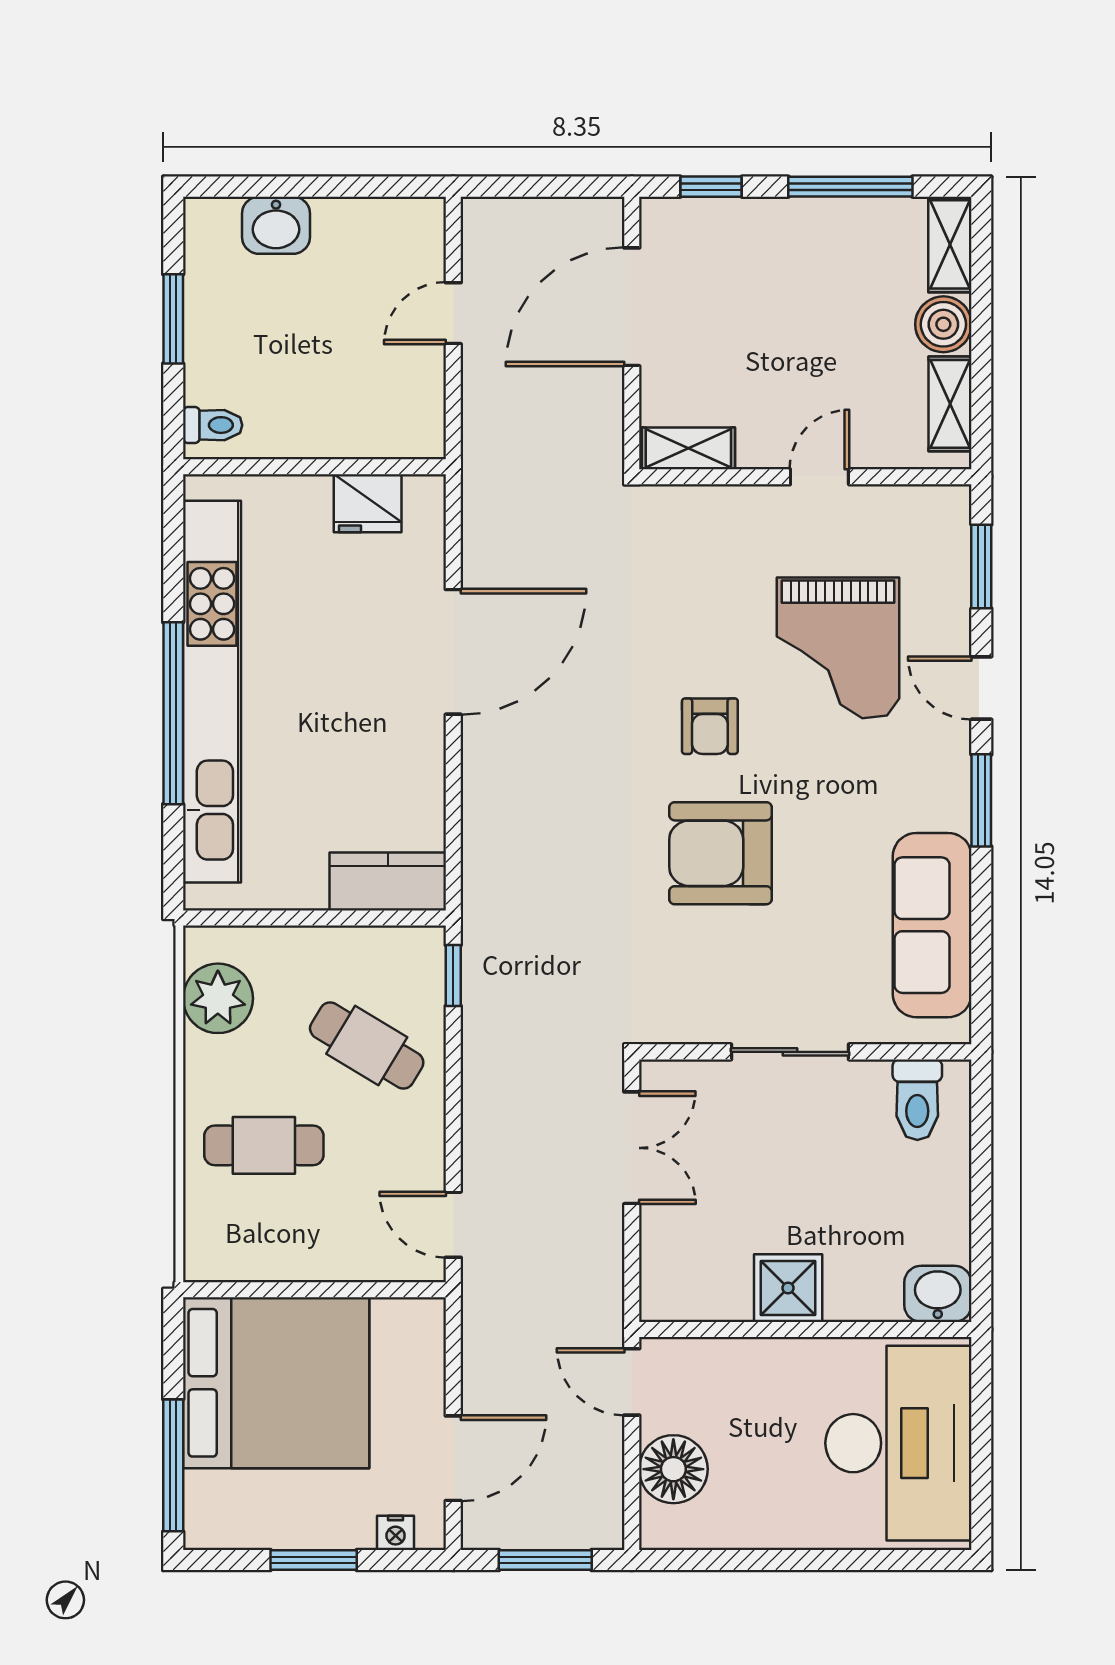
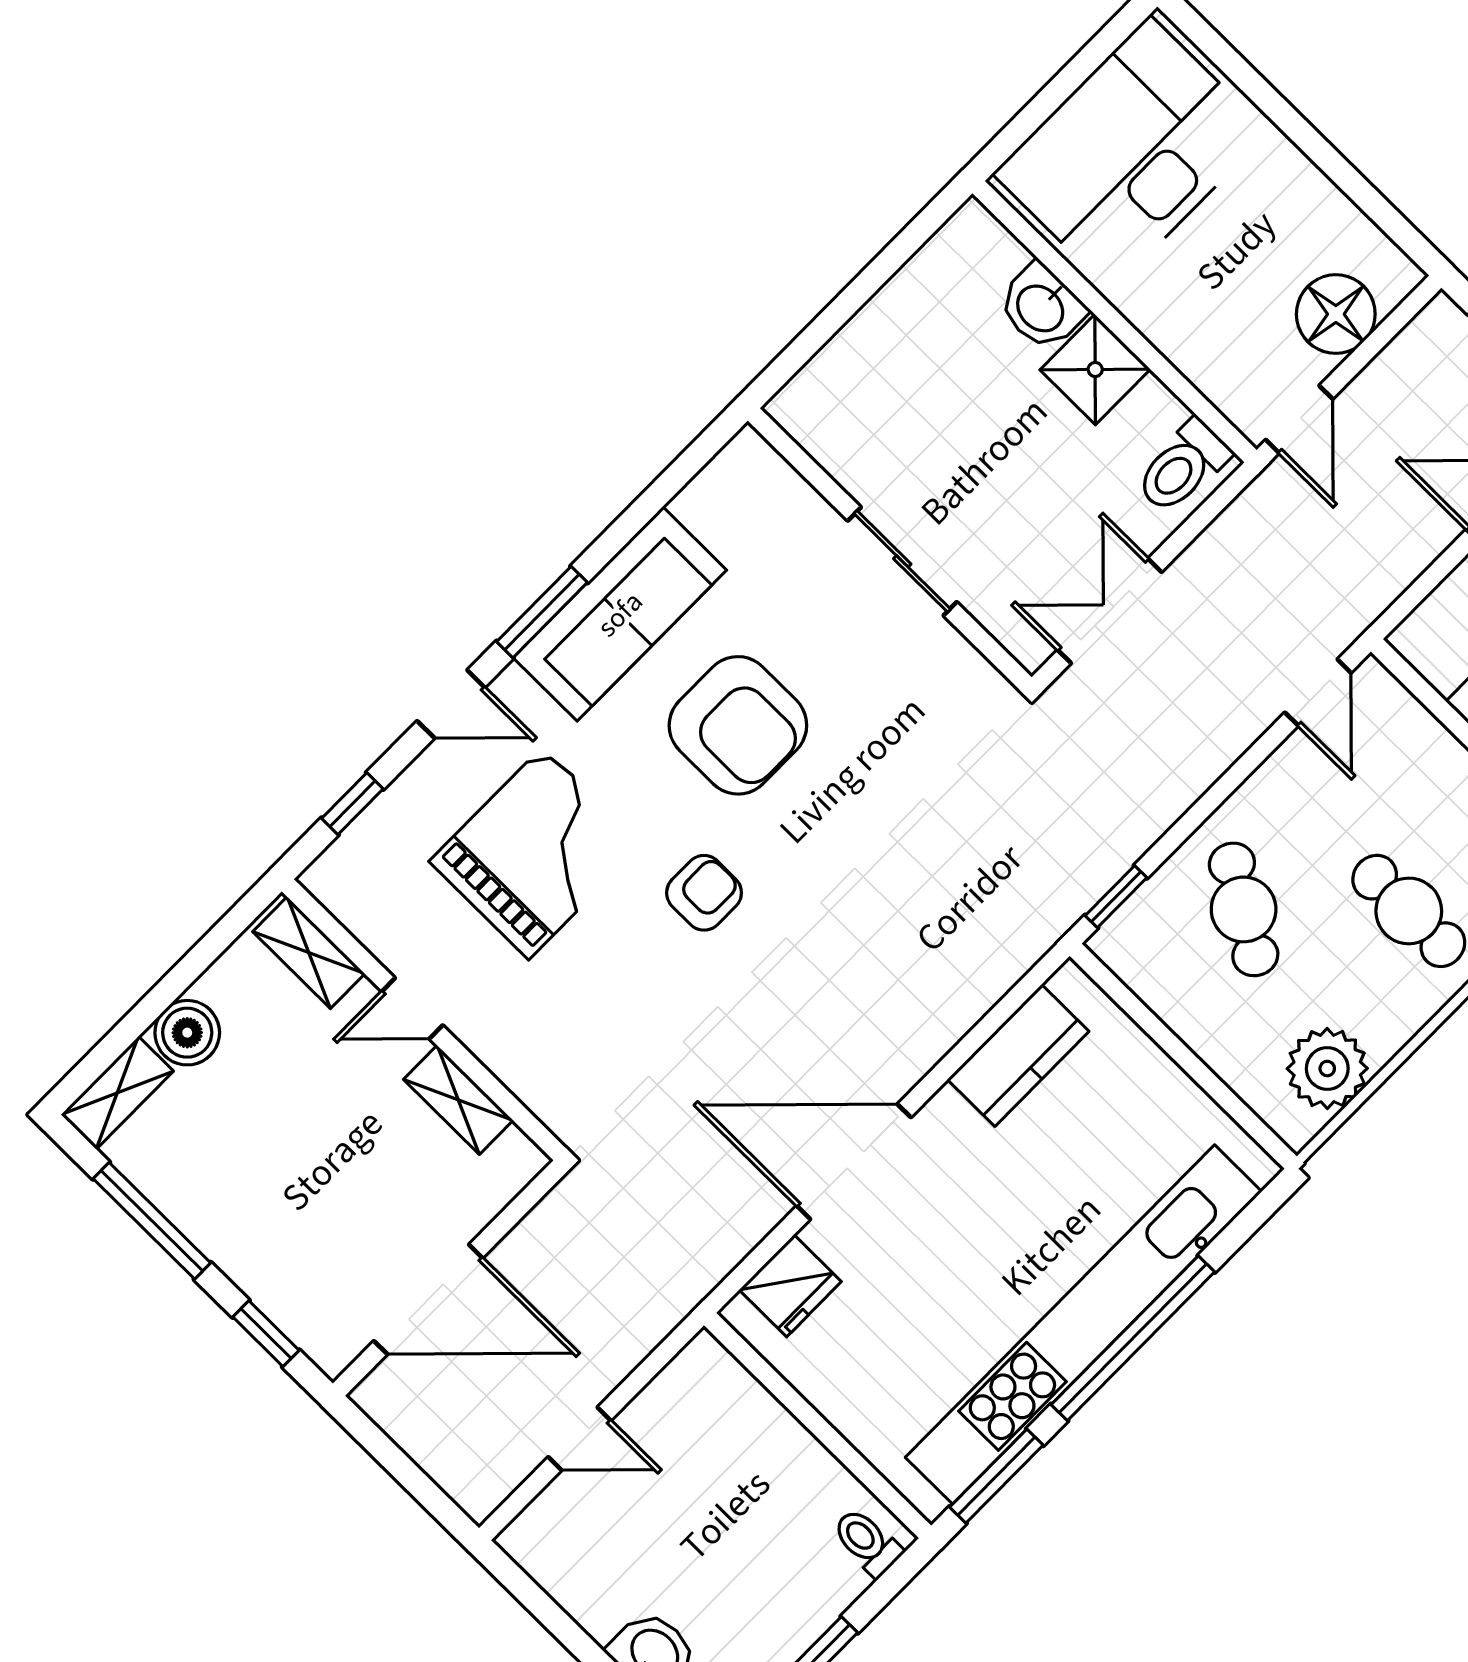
shelving: (950, 404) -> (309, 953), moved, turned 90
shelving: (688, 448) -> (458, 1100), moved
fridge: (368, 503) -> (790, 1286), moved, turned 90
window: (173, 545) -> (996, 1476), added
window: (981, 566) -> (352, 804), width x0.67
door: (981, 688) -> (451, 704), hinge flipped
armchair: (720, 853) -> (738, 725), moved
kitchen counter: (388, 881) -> (1018, 1055), moved, turned -90
sofa: (932, 925) -> (620, 614), moved
toilet: (917, 1100) -> (1183, 467), moved, turned 180
washbasin: (938, 1294) -> (1042, 307), moved

